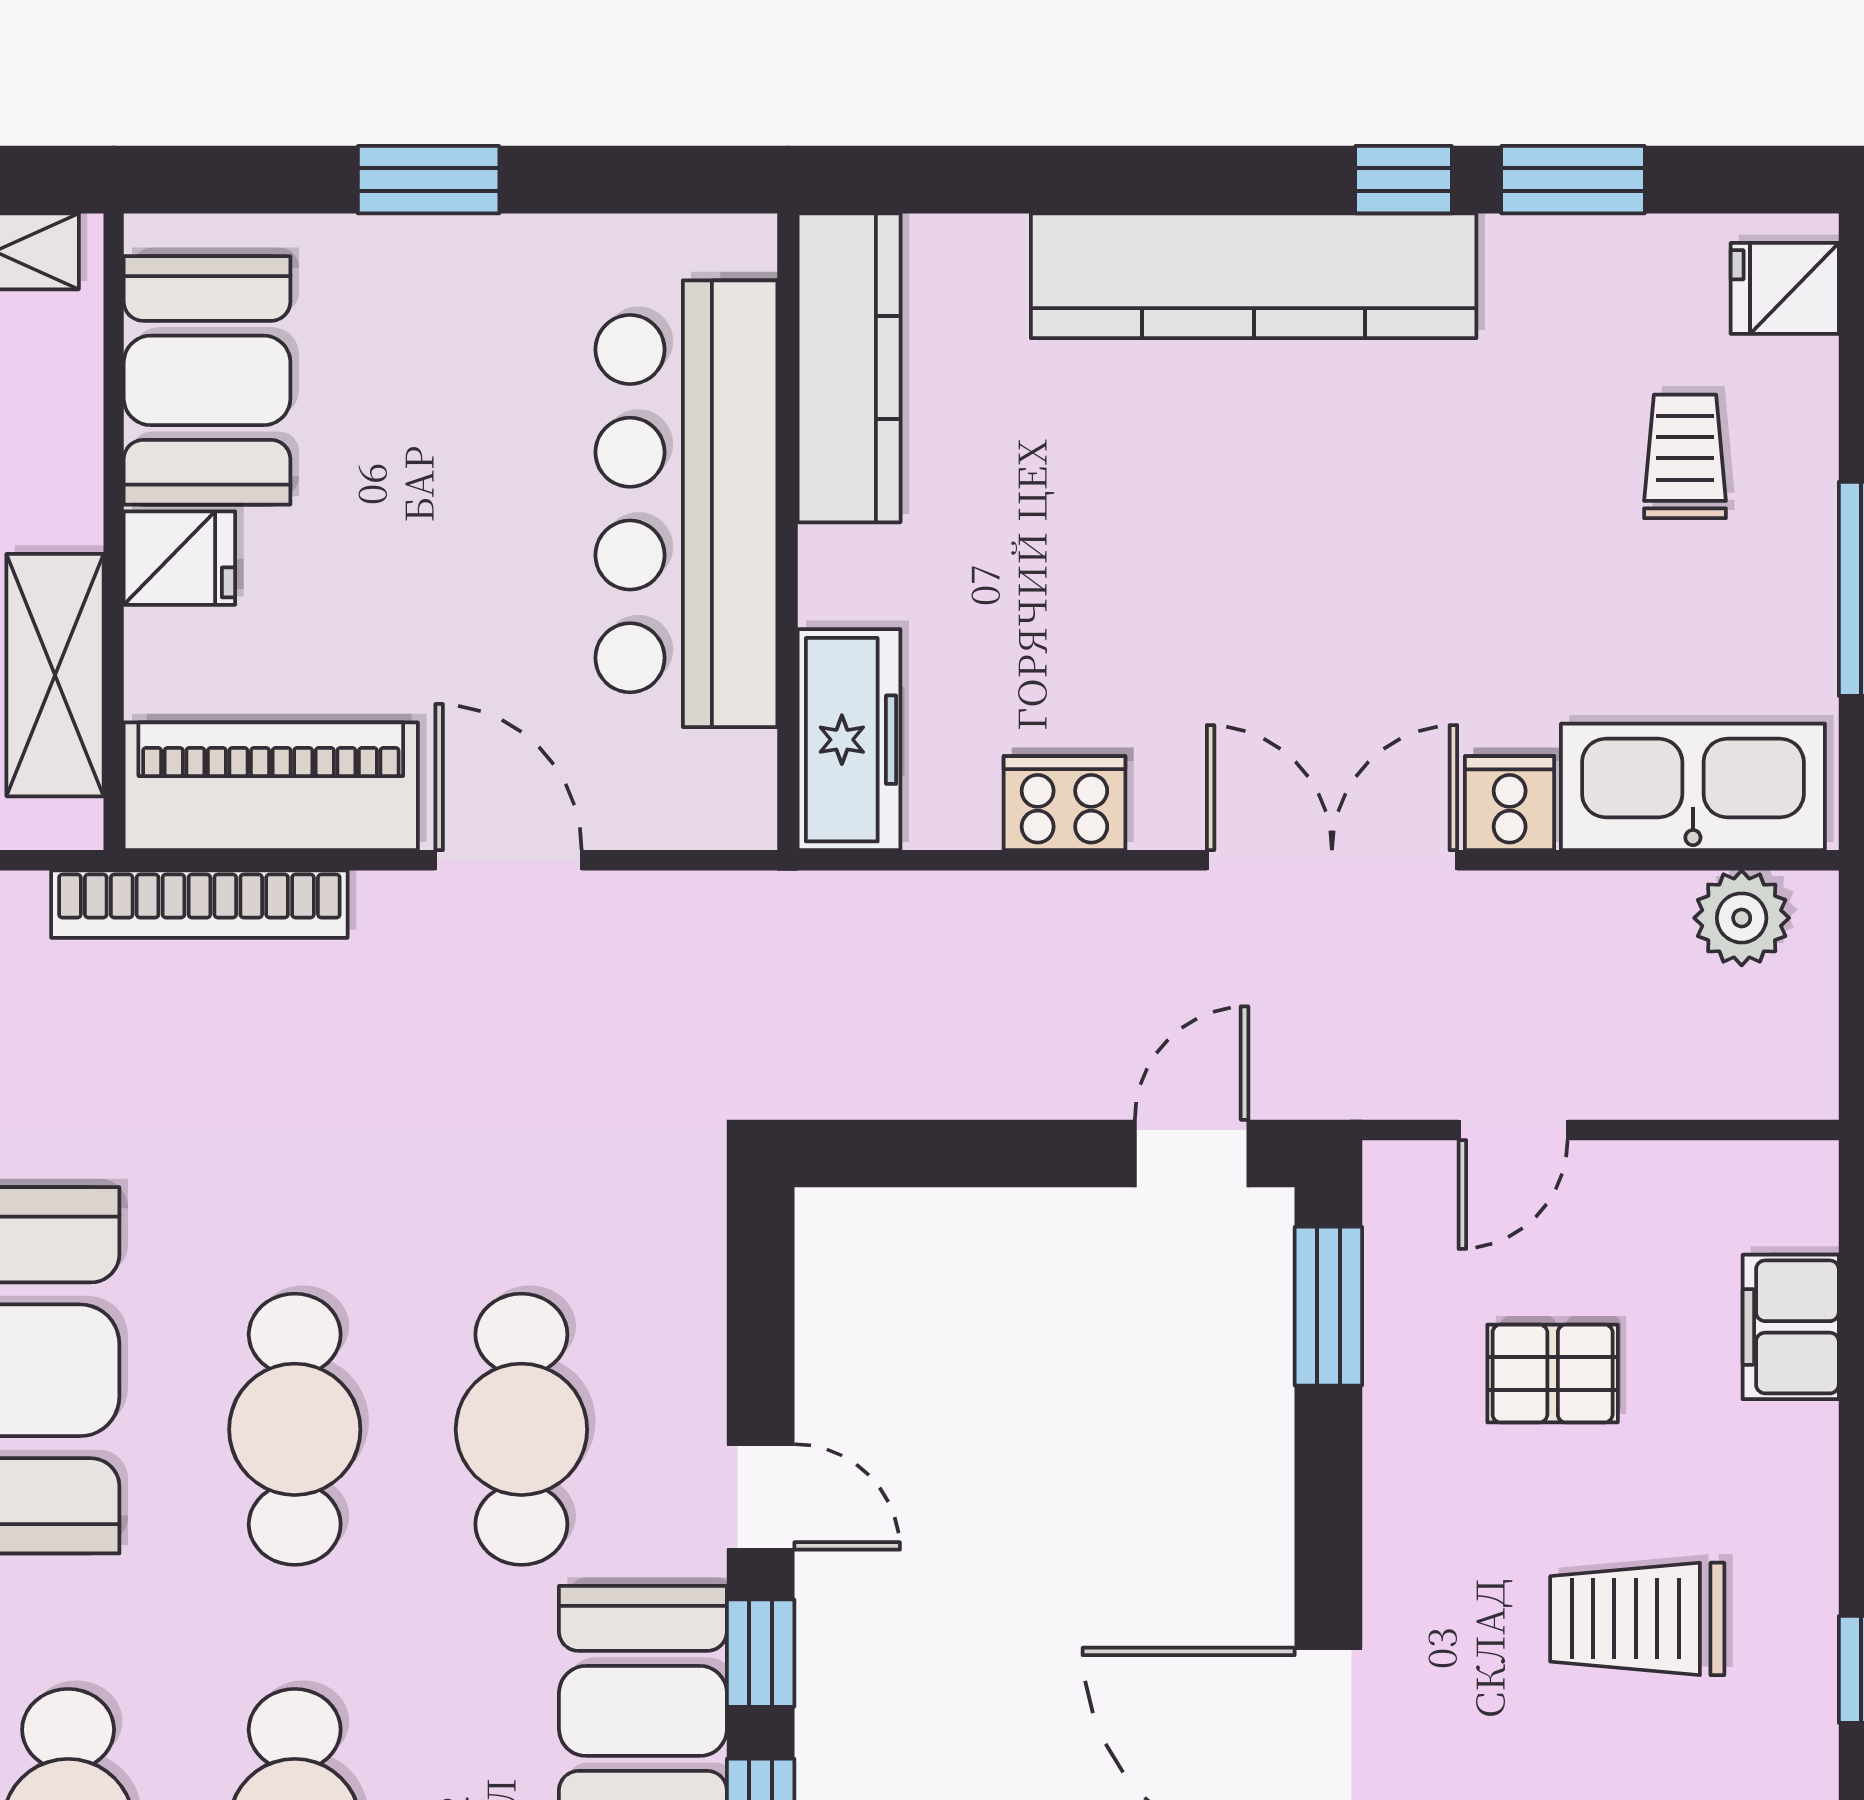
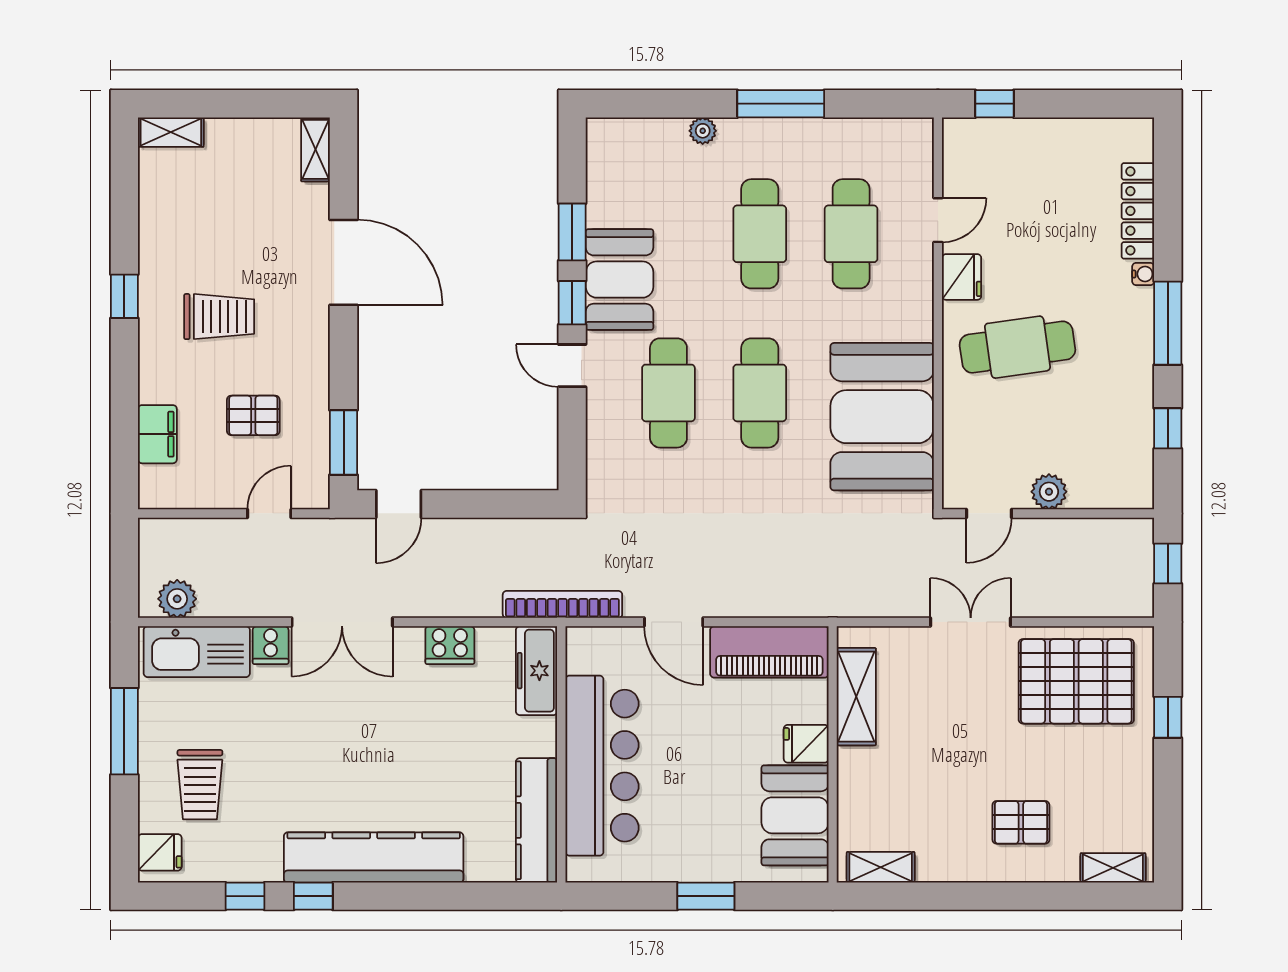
window: (1573, 180) -> (245, 896), width x0.67
trolley: (1685, 456) -> (200, 785), width x1.36, depth x1.39
bookcase: (199, 904) -> (562, 604), moved

